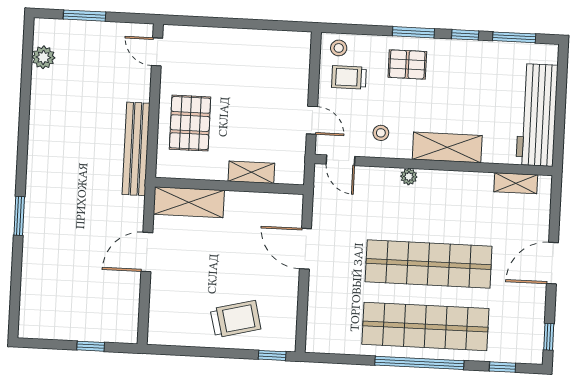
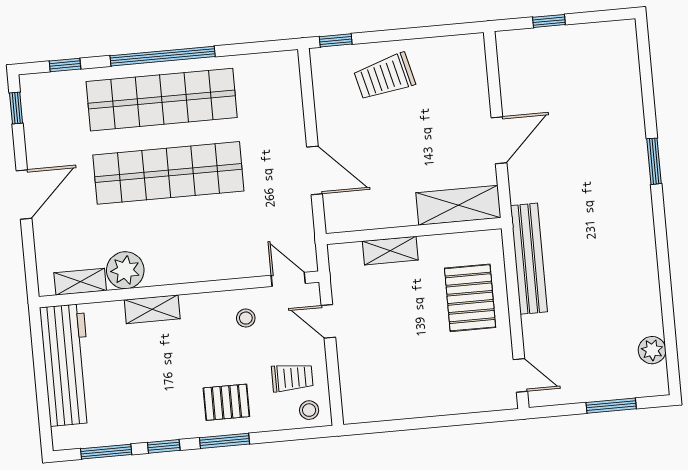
shelving: (447, 147) -> (152, 309), width x0.67, depth x0.75
plant: (409, 177) -> (125, 270), moved, width x1.87, depth x1.87

